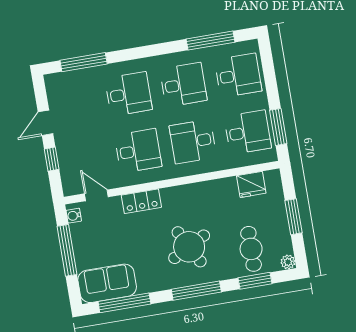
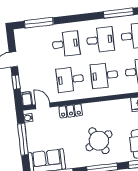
desk: (138, 151) -> (70, 80), turned 180
filing cabinet: (70, 185) -> (27, 99), added

